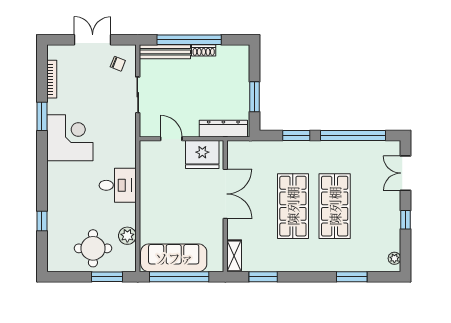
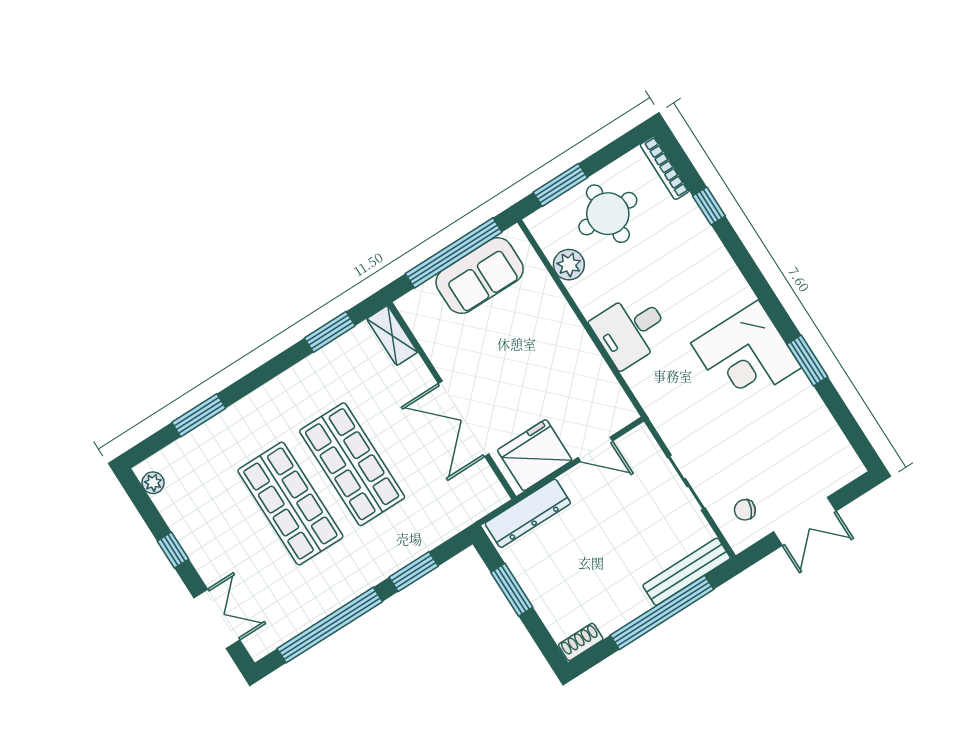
shoe rack: (204, 50) -> (581, 642), moved
bookcase: (52, 79) -> (665, 168), moved
sofa: (174, 258) -> (480, 276), width x0.73

